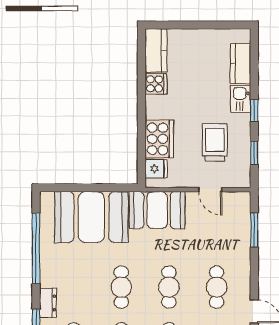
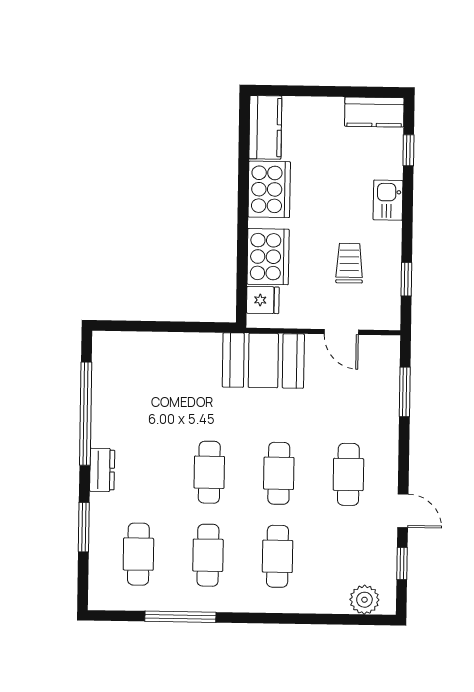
kitchen counter: (241, 64) -> (374, 112), moved, turned -90
cooker: (156, 84) -> (269, 189), width x1.87, depth x1.31
window: (254, 111) -> (408, 150), moved
trolley: (215, 142) -> (349, 263), width x0.73, depth x0.72
booth: (91, 217) -> (167, 369), removed
dresser: (48, 303) -> (102, 470), moved

